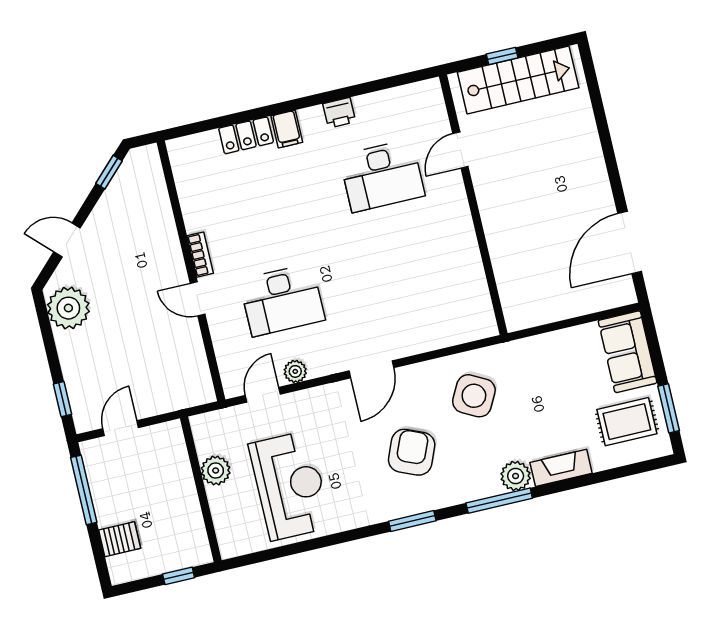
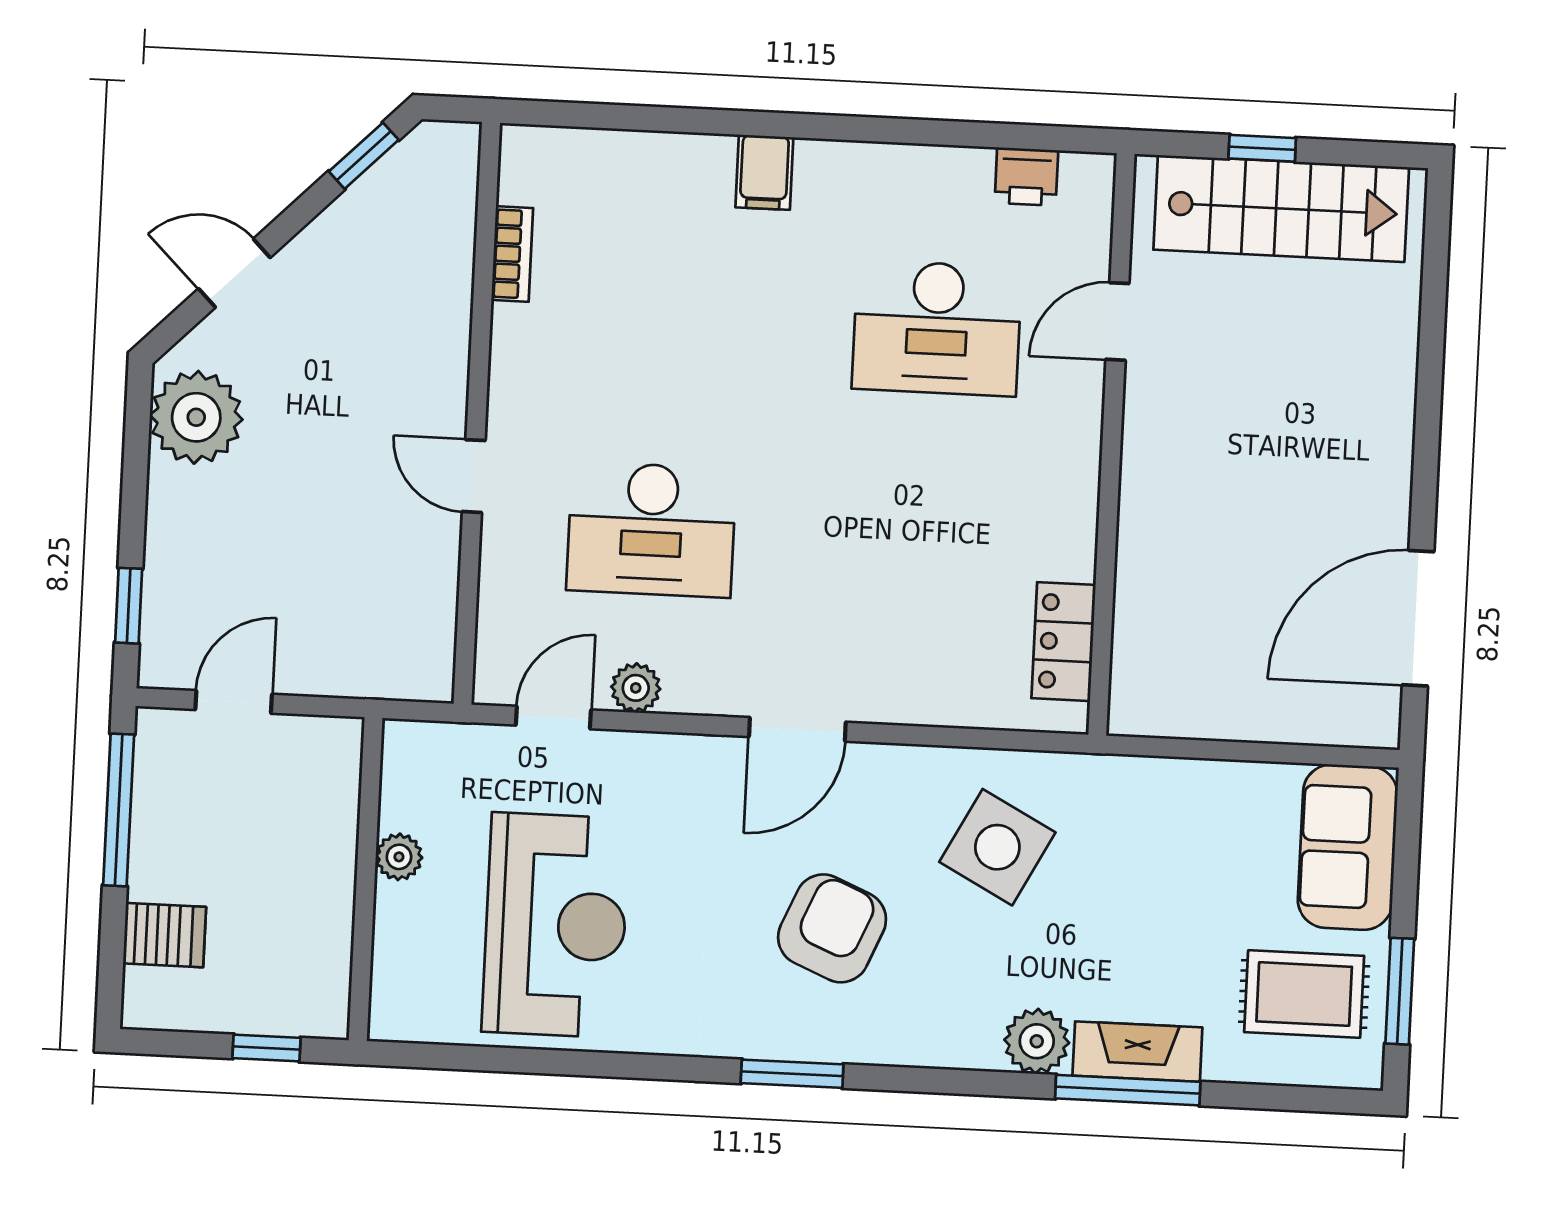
printer: (339, 113) -> (1026, 176), moved
locker: (246, 135) -> (1064, 642), moved, turned 90
bookcase: (200, 255) -> (512, 254), moved
plant: (216, 470) -> (399, 857), width x0.73, depth x0.73
window: (499, 501) -> (1128, 1090), moved

